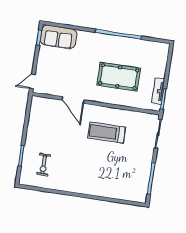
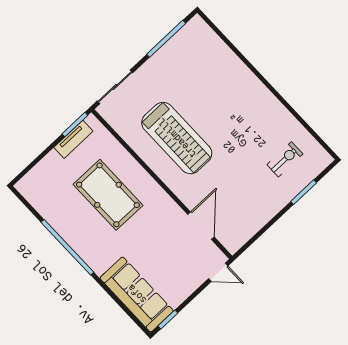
sofa: (58, 37) -> (137, 294), width x1.36
door: (73, 100) -> (201, 226), moved
treadmill: (107, 133) -> (177, 138), width x1.37, depth x1.38

